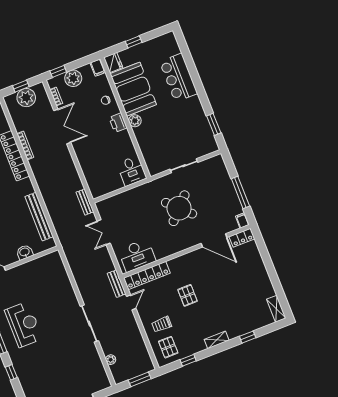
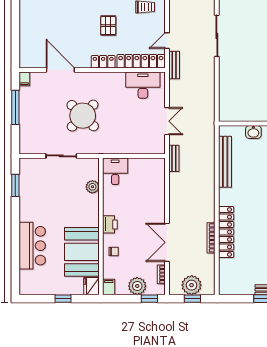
plant: (135, 121) -> (92, 187), moved
locker: (242, 238) -> (103, 62), moved

